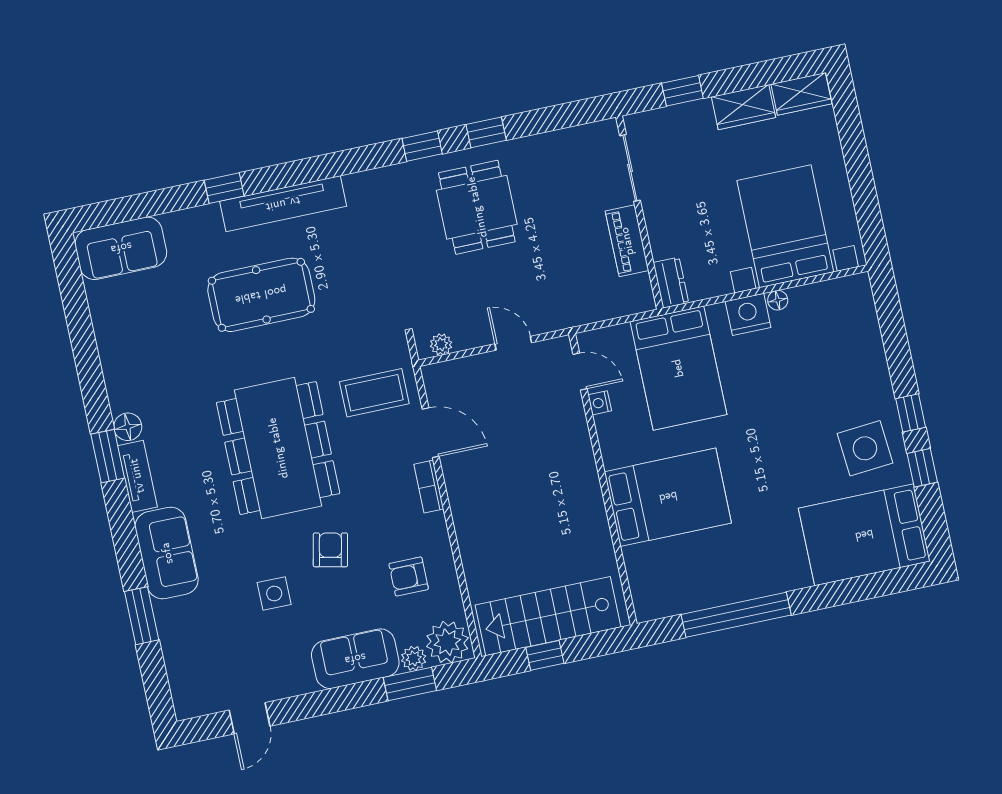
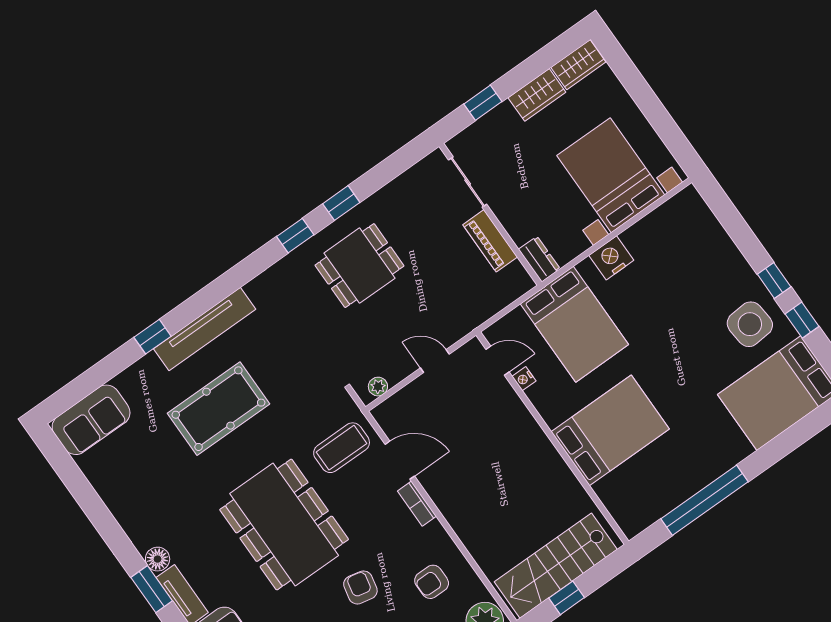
dining table: (477, 207) -> (359, 266), turned 90
floor lamp: (778, 300) -> (630, 236), removed

